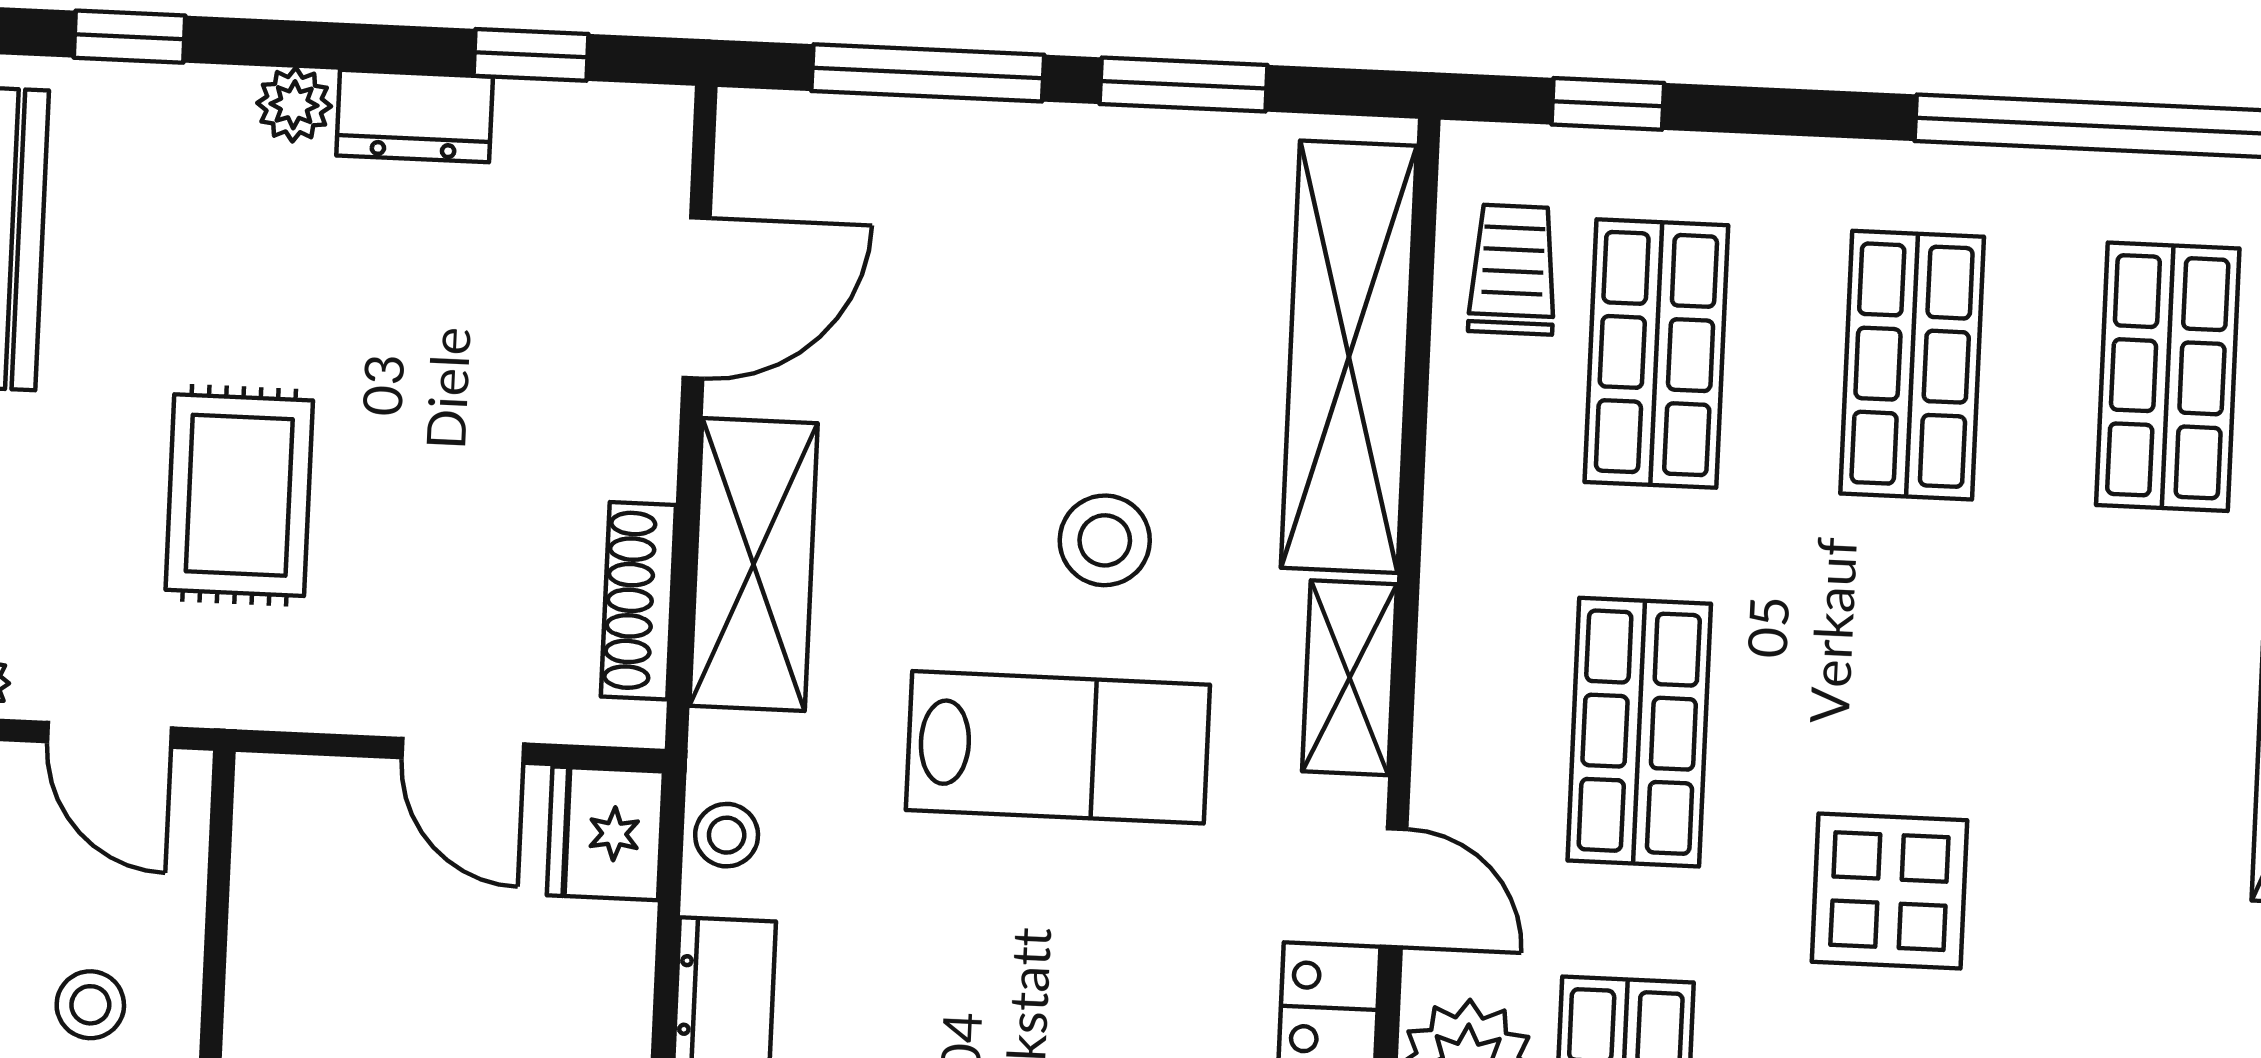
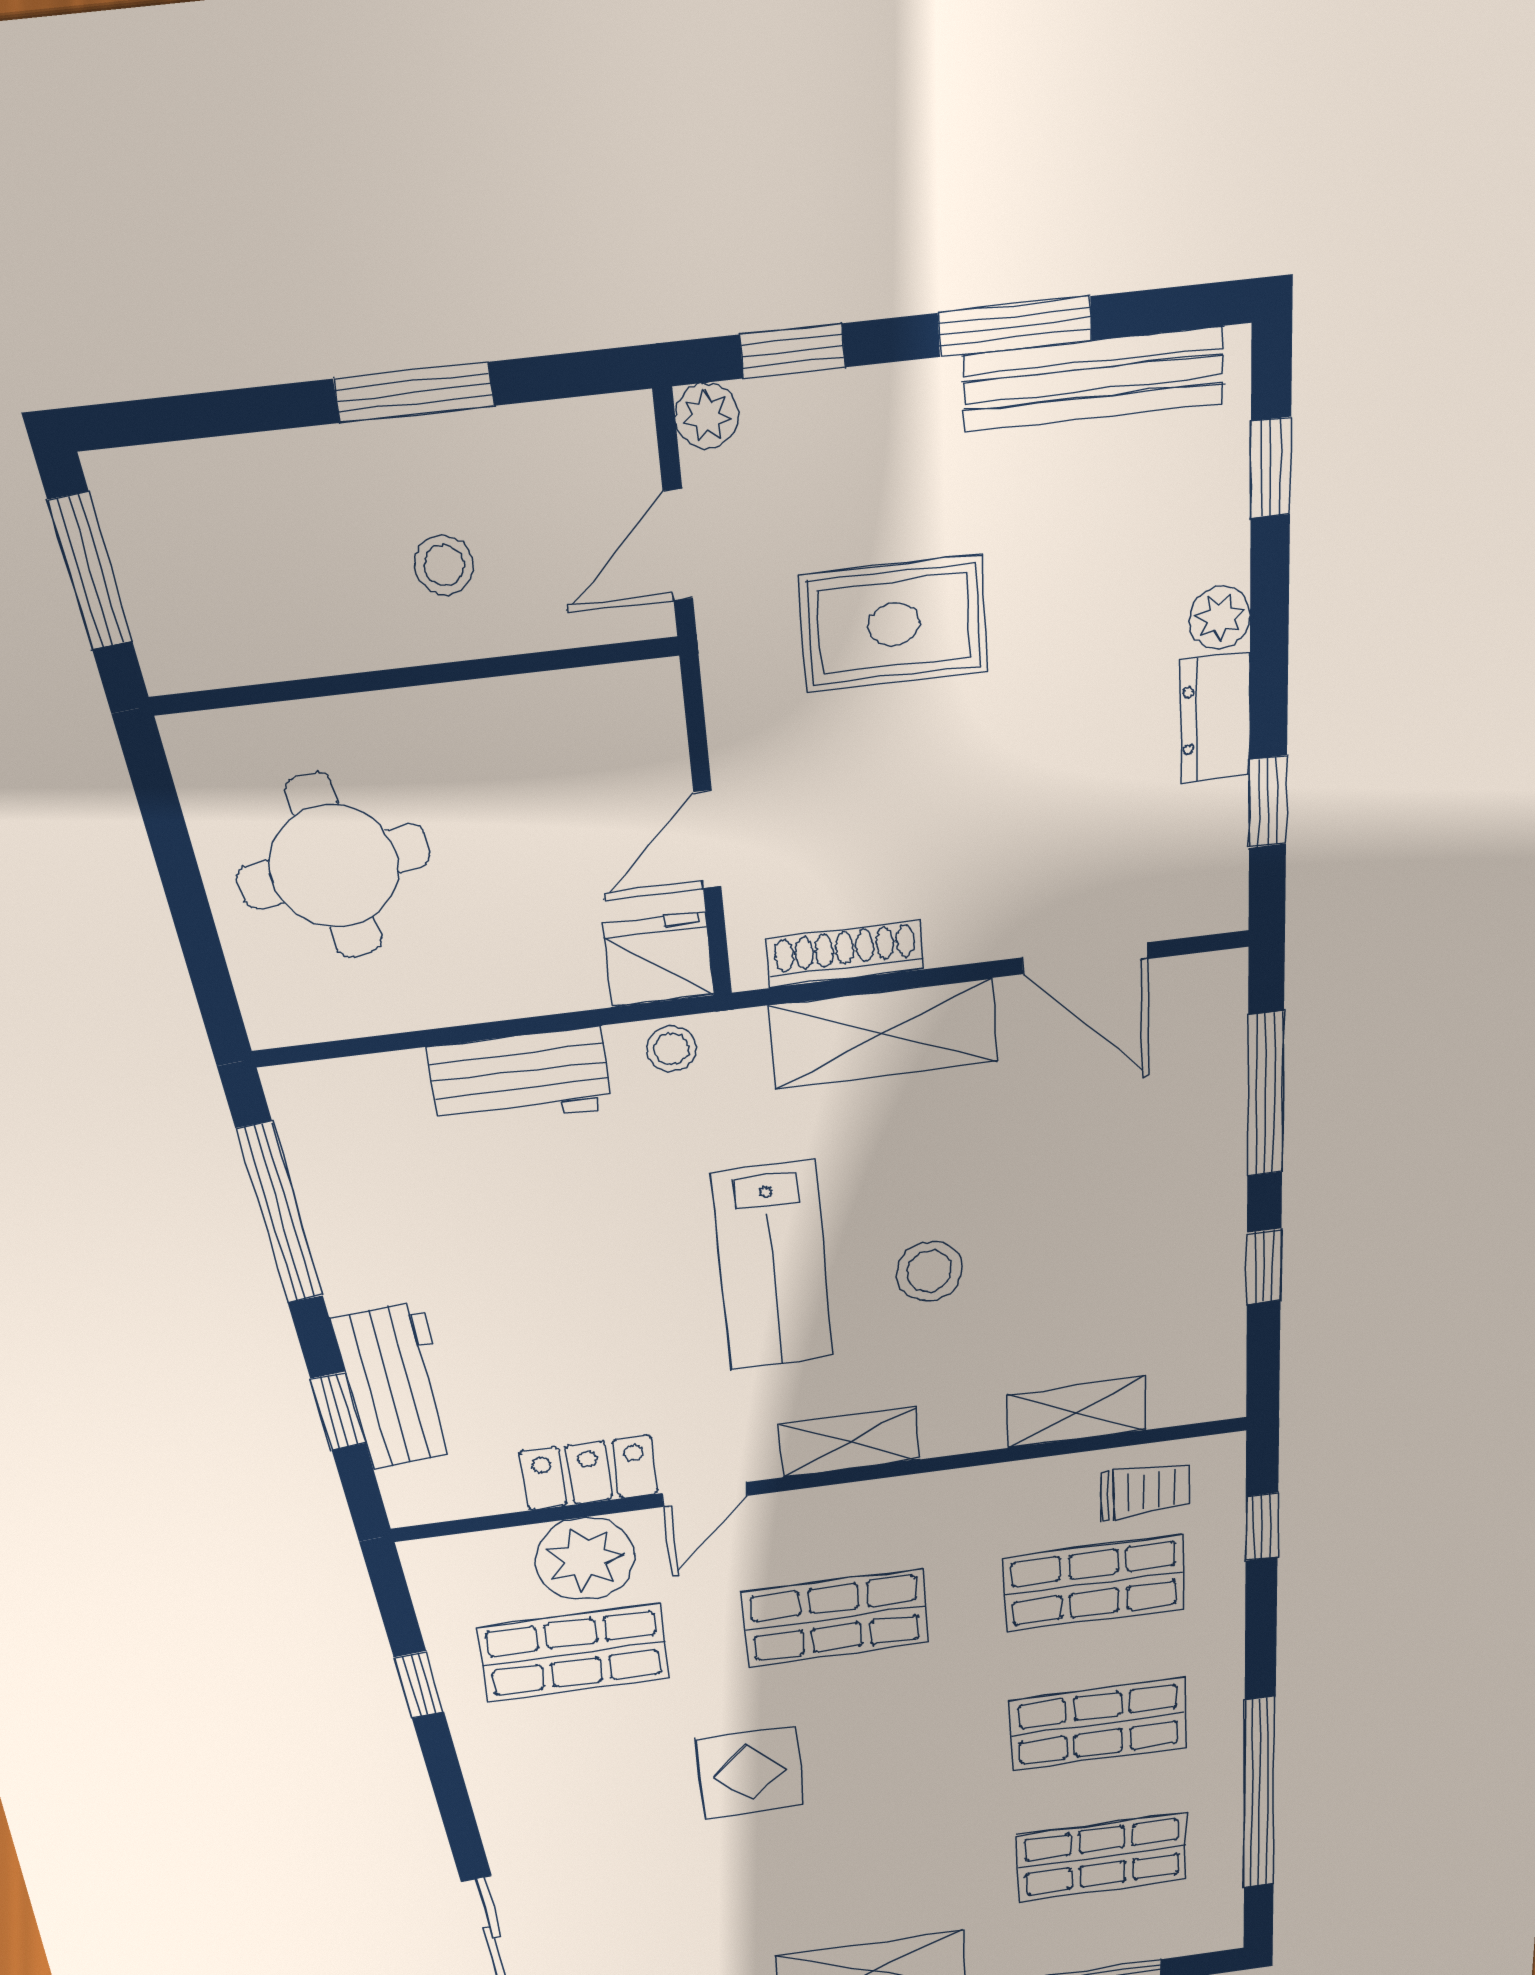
window: (1184, 85) -> (1264, 1267), width x0.67
shelving: (1349, 357) -> (1077, 1412), width x0.45, depth x0.75

